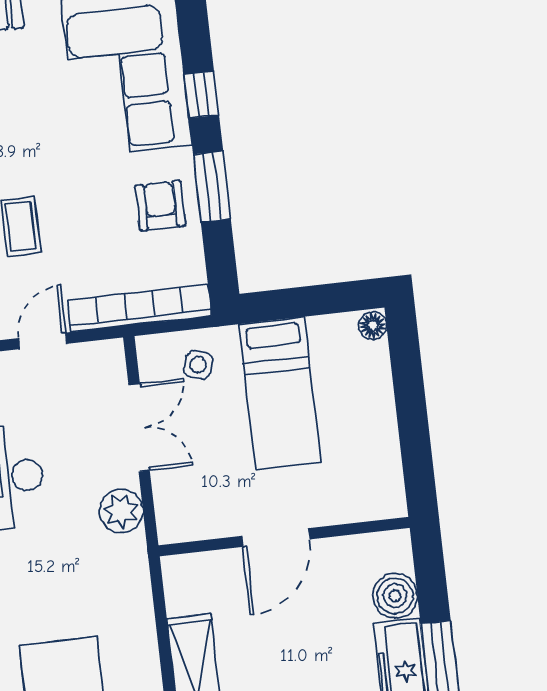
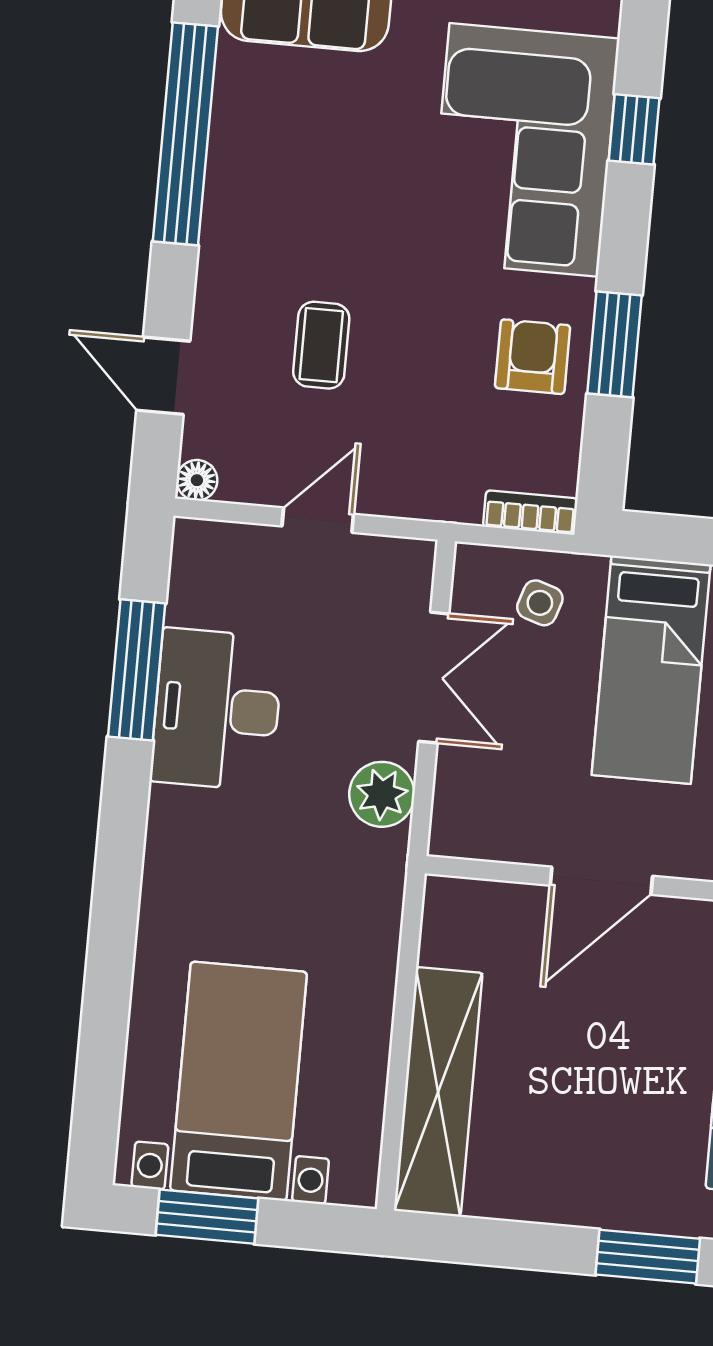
window: (201, 95) -> (634, 129), moved
bookcase: (140, 308) -> (530, 512), width x0.43, depth x0.76

